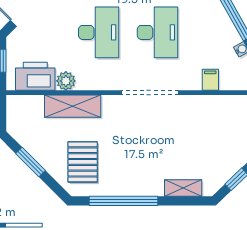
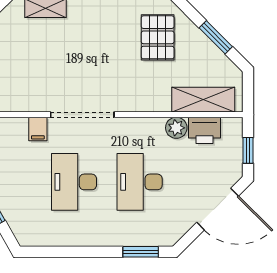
printer: (35, 76) -> (204, 130), width x0.73, depth x0.84
filing cabinet: (210, 80) -> (38, 129), moved
shelving: (73, 106) -> (203, 100), moved

